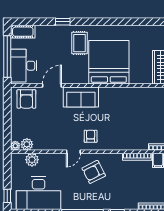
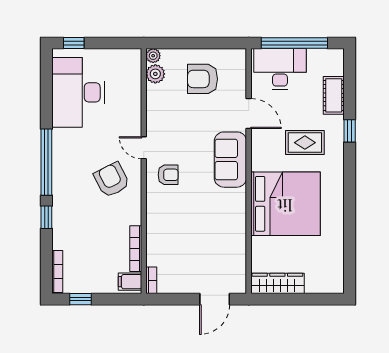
cot: (23, 32) -> (334, 95), moved
rug: (79, 43) -> (305, 143), moved
armchair: (26, 99) -> (203, 79), moved
plant: (32, 160) -> (131, 82), removed

